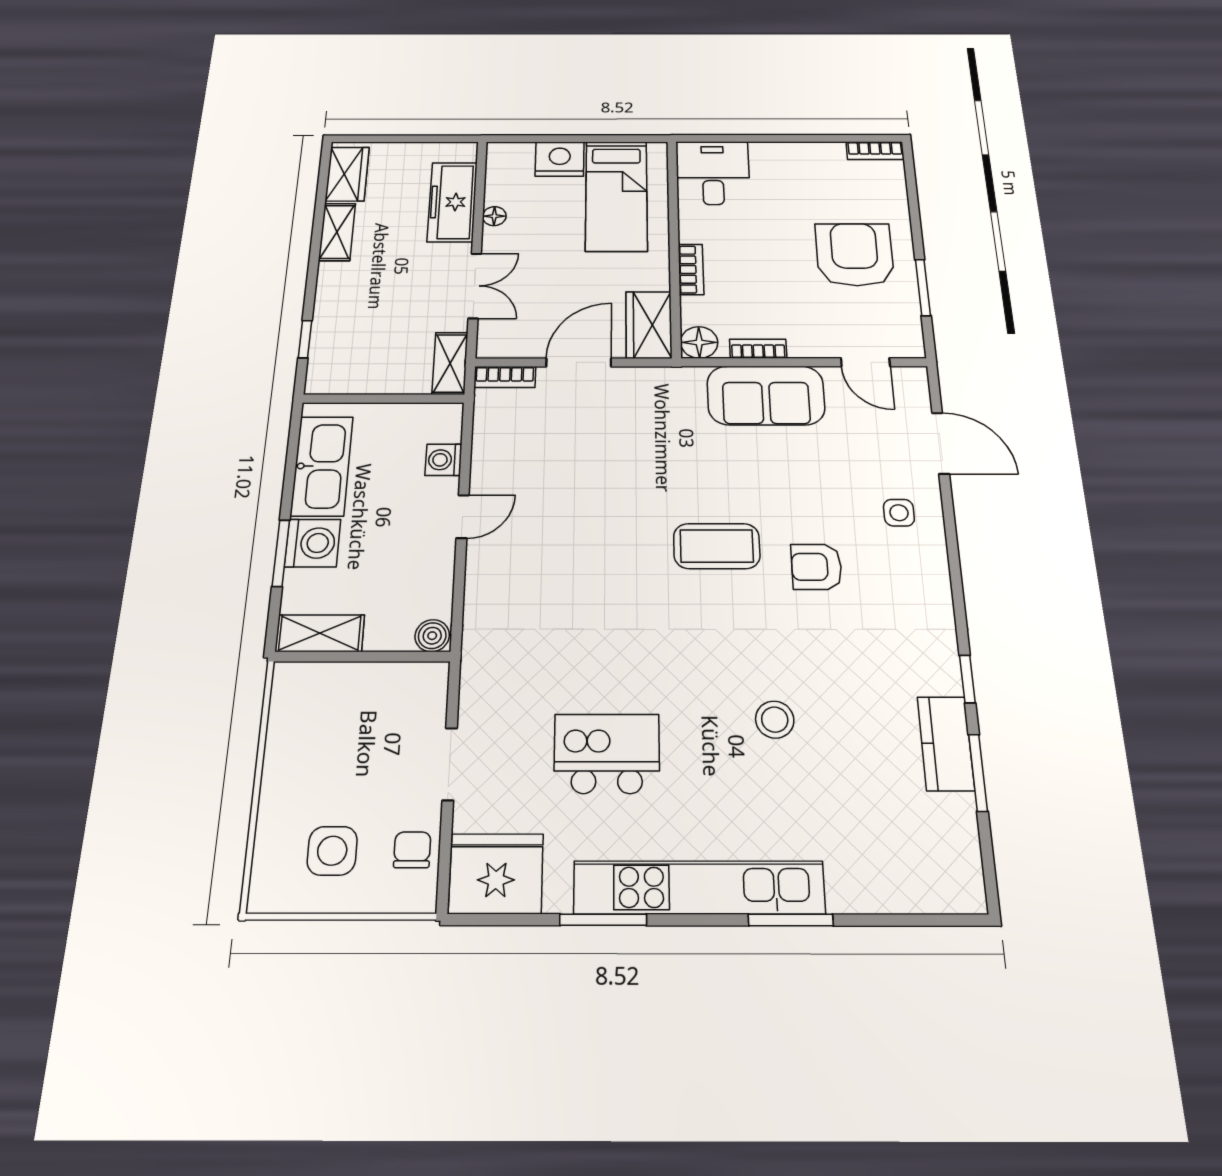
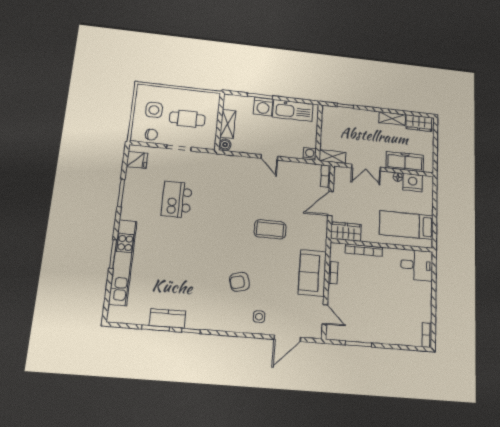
nightstand: (560, 159) -> (413, 182), moved, turned -90
armchair: (855, 255) -> (375, 318), removed
bookcase: (691, 269) -> (364, 250), width x1.56
floor lamp: (699, 342) -> (337, 250), removed
door: (579, 362) -> (330, 204), swing flipped
door: (865, 362) -> (325, 314), swing flipped
washing machine: (443, 460) -> (310, 154), moved
coffee table: (717, 546) -> (270, 229), moved, turned 90
armchair: (816, 567) -> (240, 282), turned -105
shelving: (320, 633) -> (228, 124), moved
stool: (775, 720) -> (183, 258), removed
cafe table: (357, 749) -> (187, 119), added
kitchen island: (607, 754) -> (177, 199), turned 180
fridge: (496, 874) -> (137, 160), width x0.53, depth x0.75
kitchen unit: (699, 887) -> (123, 262), moved

